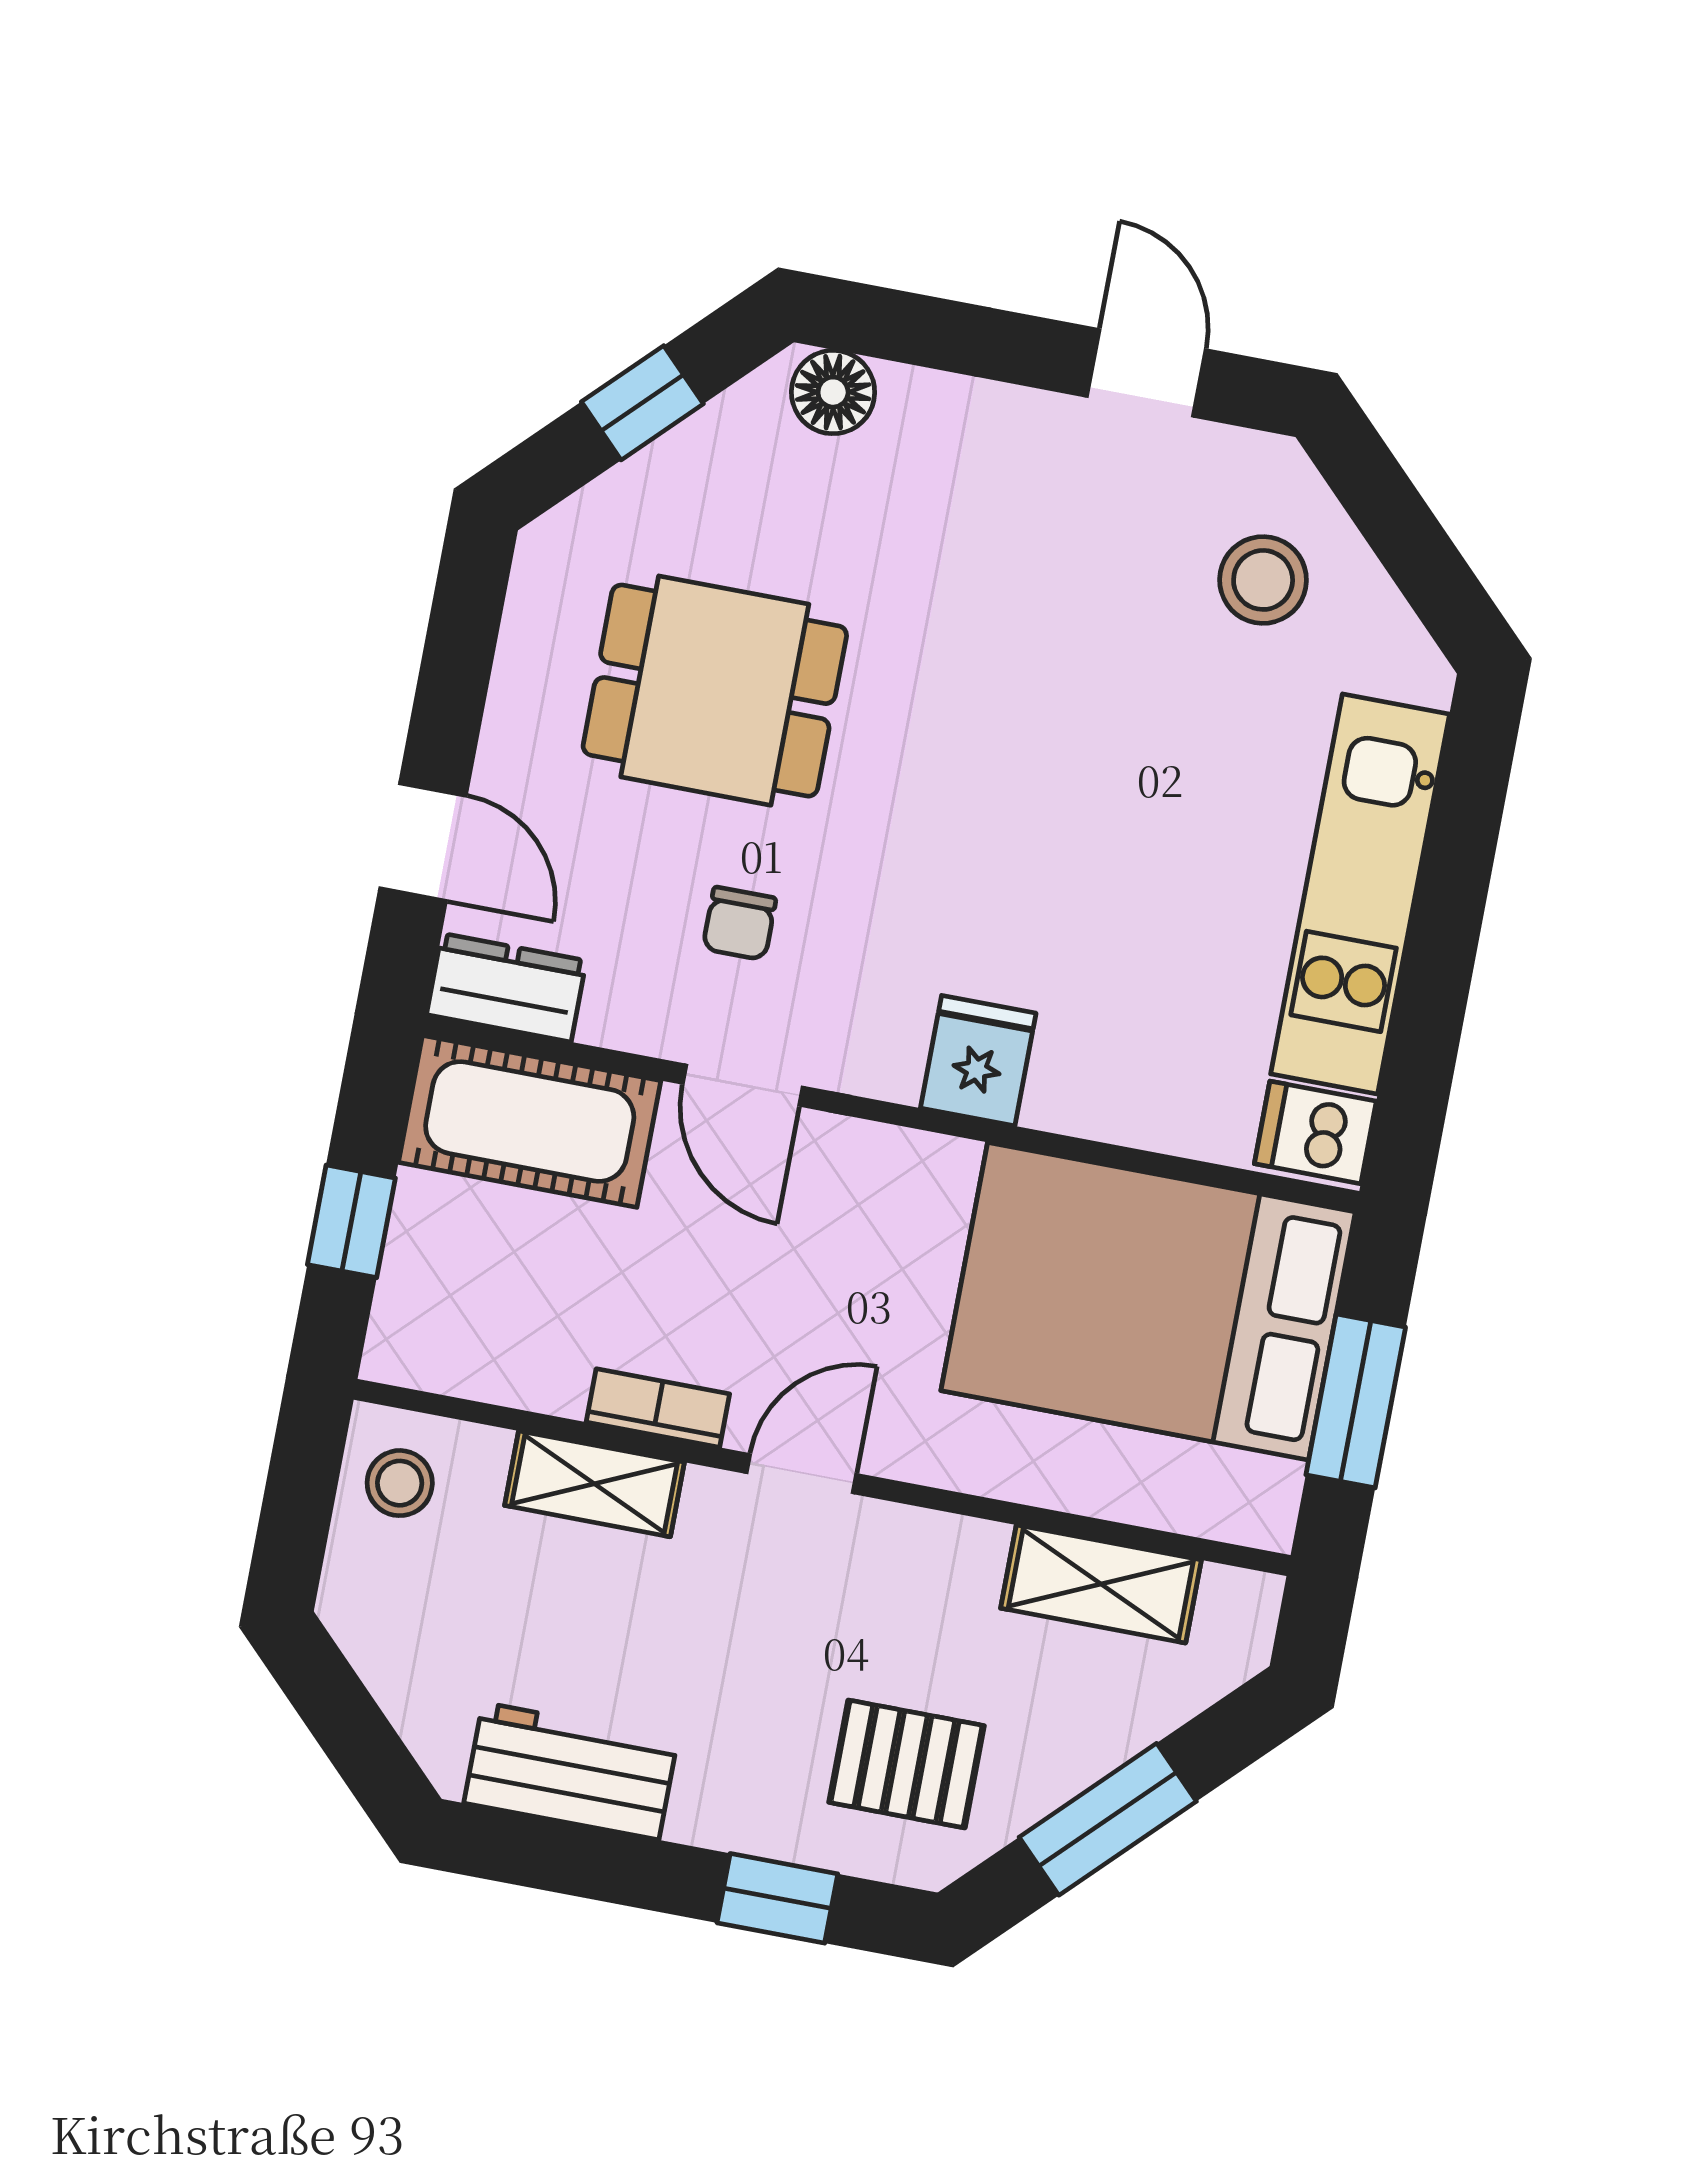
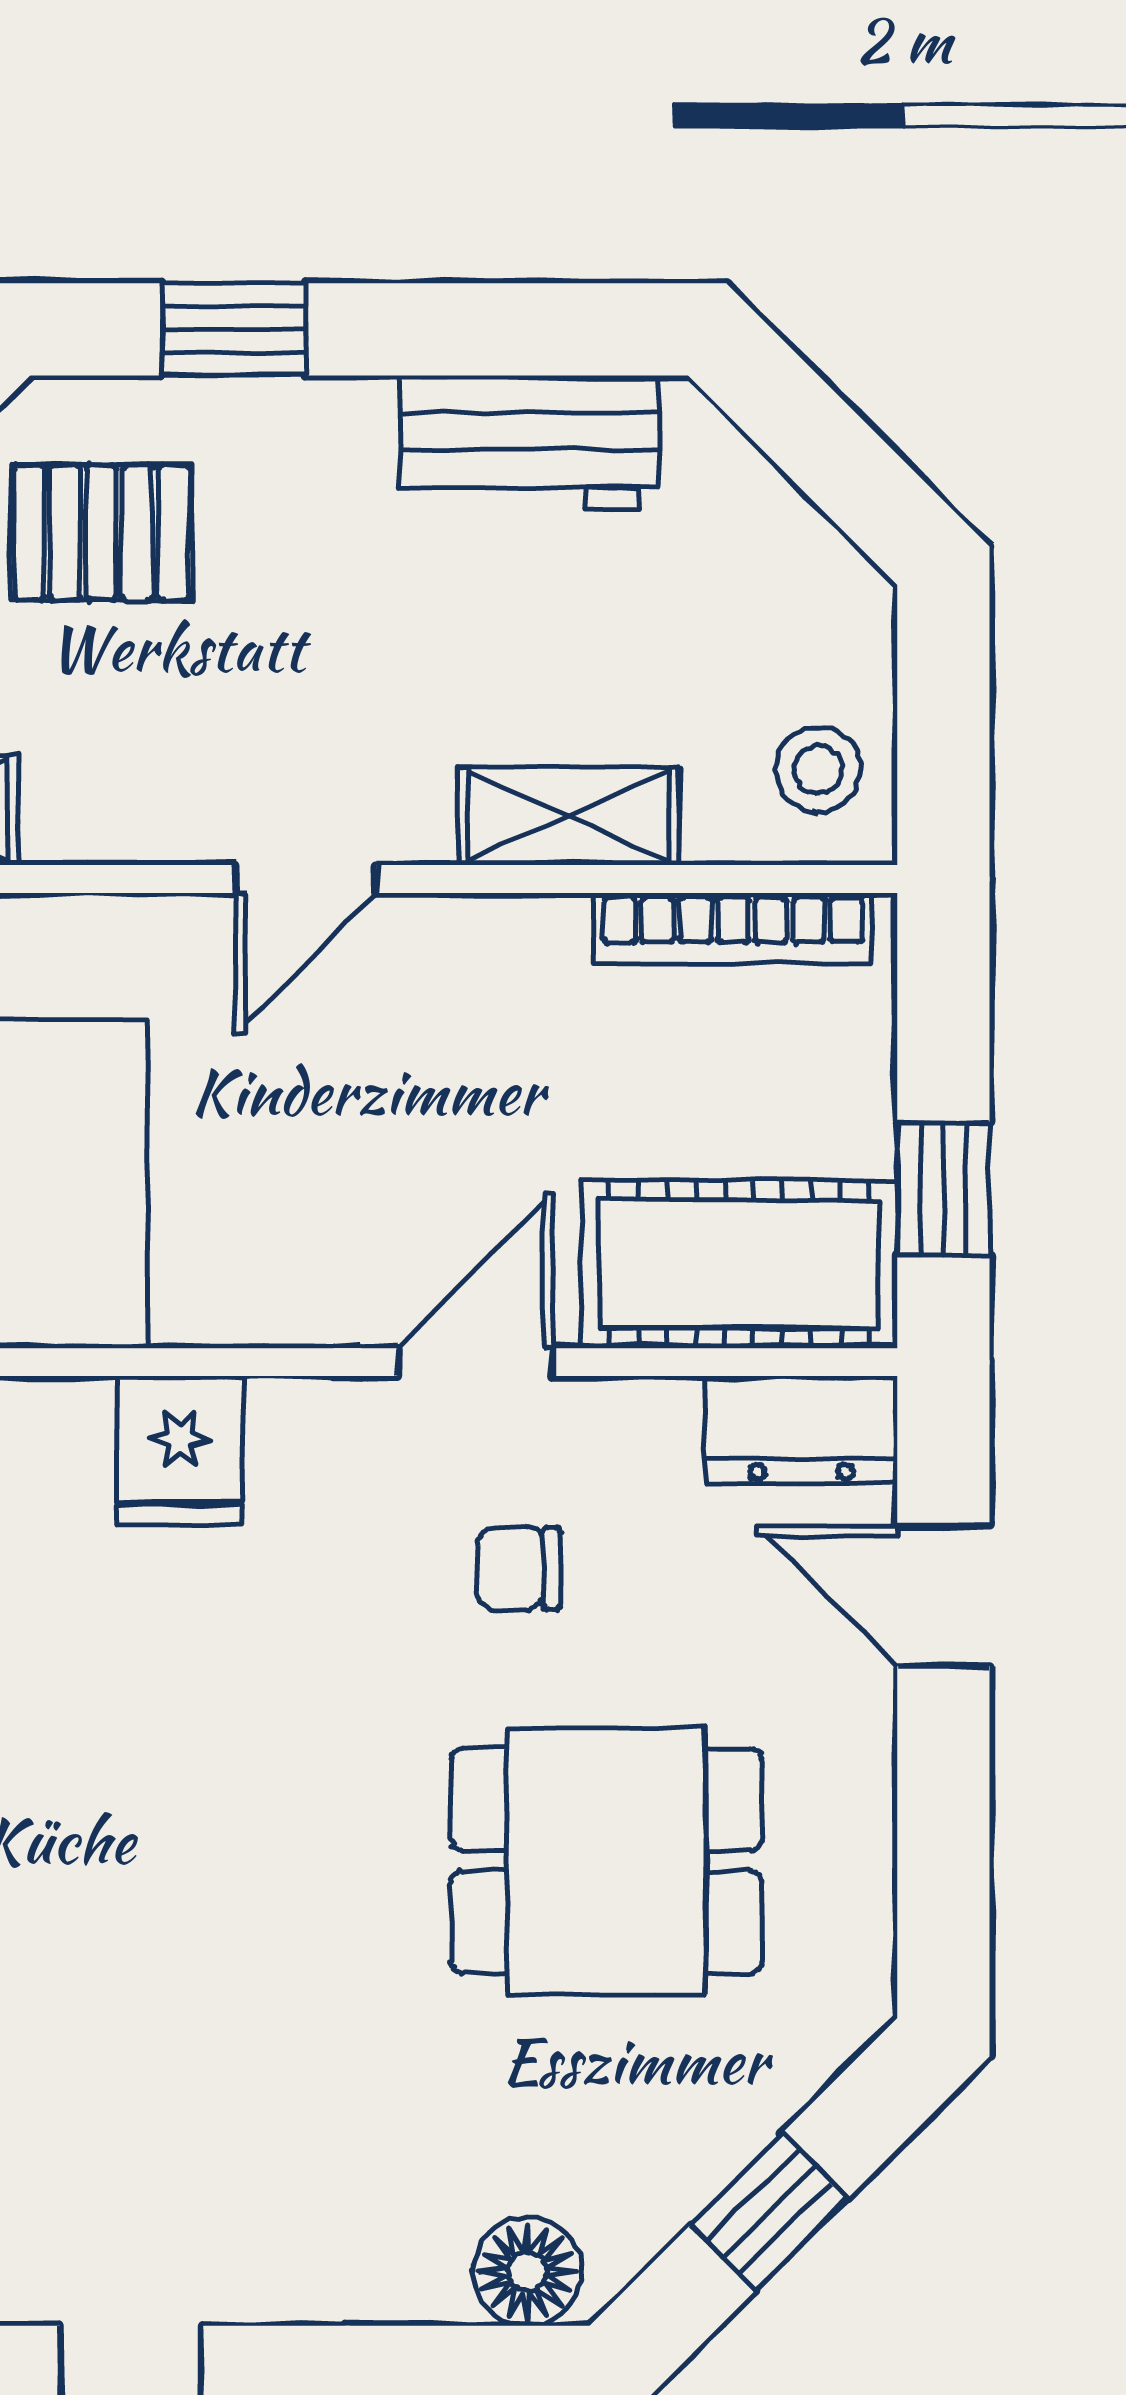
chair: (739, 923) -> (519, 1568), turned -90
door: (743, 1085) -> (475, 1362), hinge flipped
window: (351, 1221) -> (943, 1189), moved
bookcase: (658, 1408) -> (733, 928), moved, width x1.56

